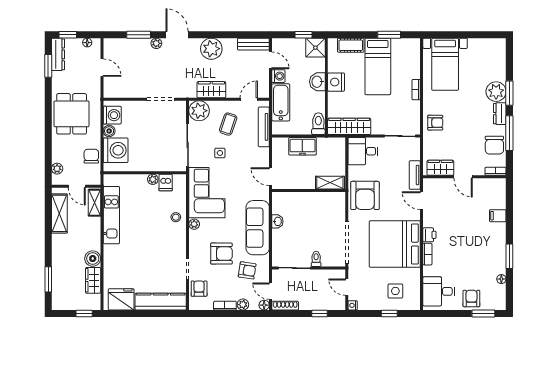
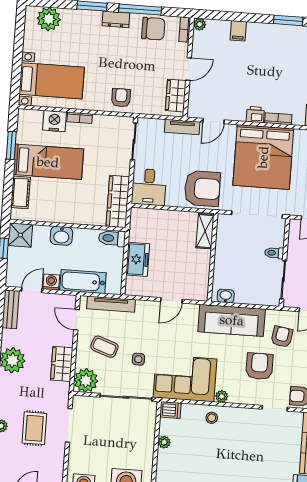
rug: (156, 71) -> (34, 428), added
nightstand: (336, 82) -> (54, 121), moved, turned 180
plant: (496, 92) -> (49, 19), moved
dishwasher: (166, 183) -> (170, 410), moved
shelving: (330, 183) -> (205, 231), moved
plant: (501, 183) -> (200, 24), added
wall: (309, 190) -> (213, 257), moved

